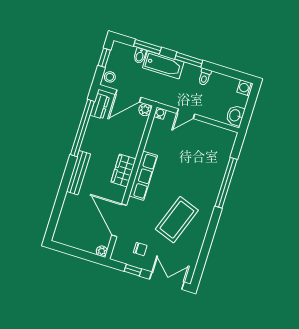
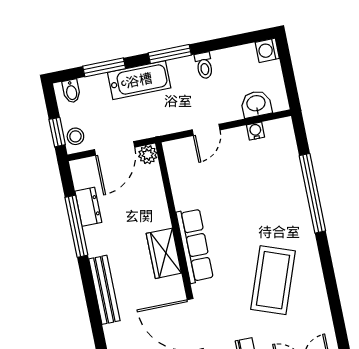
bidet: (140, 56) -> (71, 91), moved
window: (104, 58) -> (57, 132), moved
dresser: (100, 106) -> (88, 207), moved
water cooler: (160, 113) -> (256, 131), moved
washbasin: (235, 115) -> (256, 104), moved, turned 90
window: (82, 128) -> (76, 226), width x0.68

